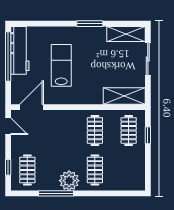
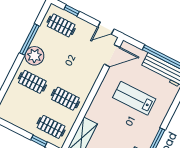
lab bench: (61, 65) -> (134, 98), turned 180
door: (32, 107) -> (112, 56), hinge flipped

